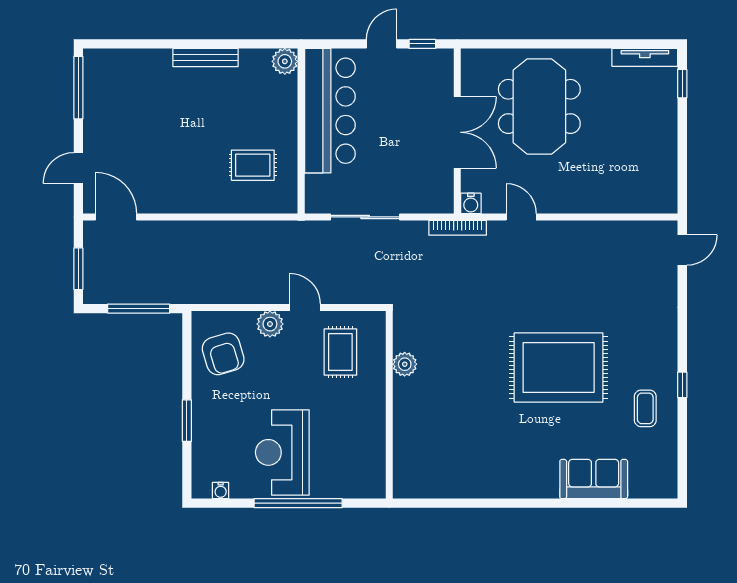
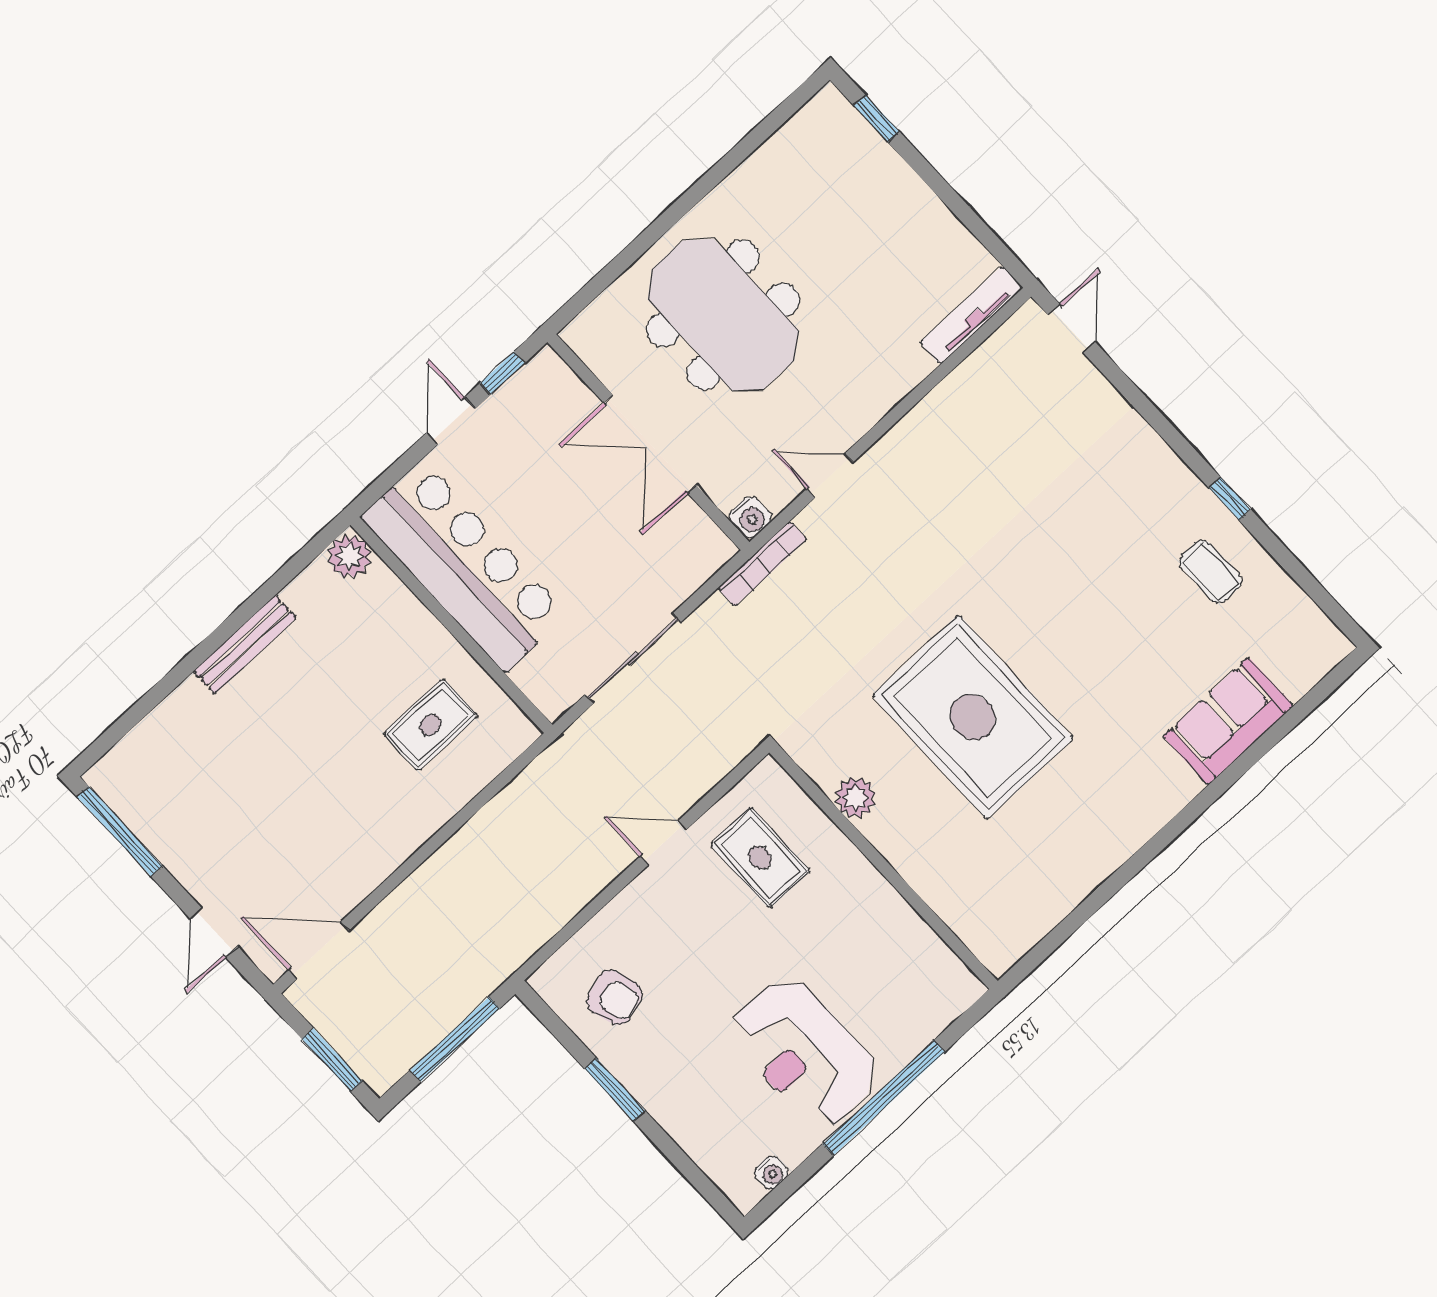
tv unit: (645, 57) -> (971, 315), moved, turned 180
double door: (457, 132) -> (650, 444), swing flipped
plant: (270, 324) -> (638, 905), removed
armchair: (223, 354) -> (614, 997), width x0.72, depth x0.72
rug: (559, 368) -> (973, 717), moved, turned 90
window: (187, 421) -> (615, 1090), moved

